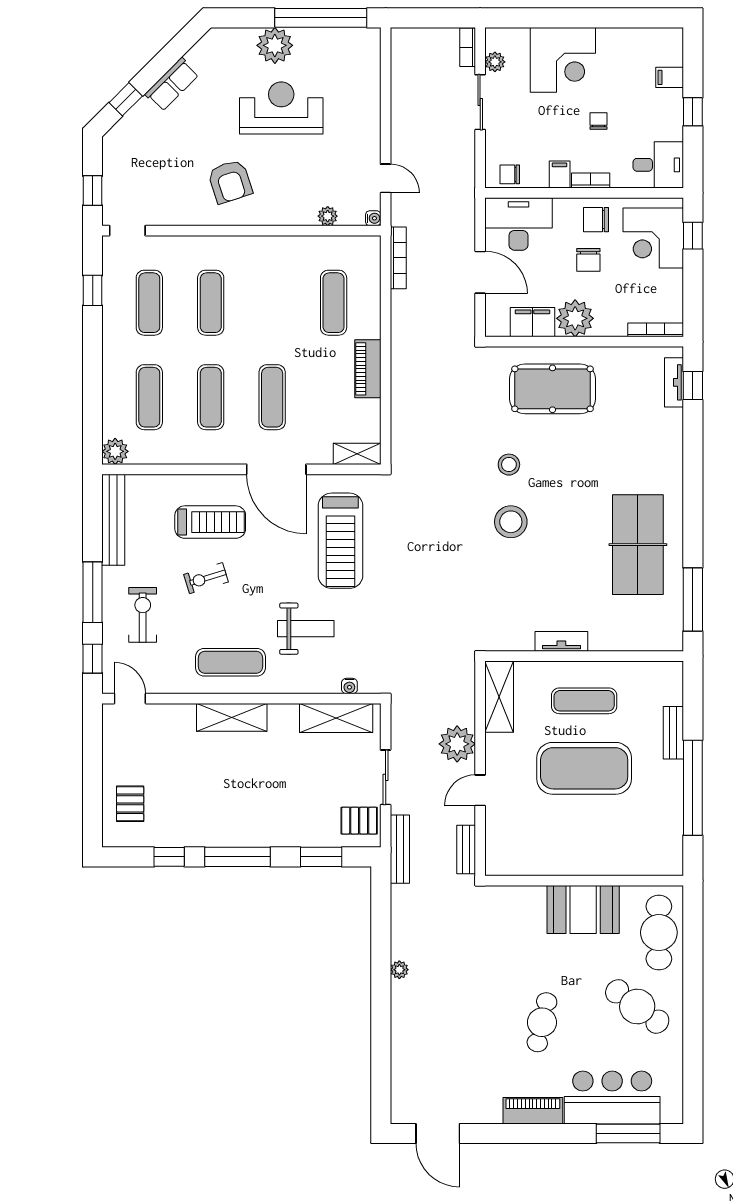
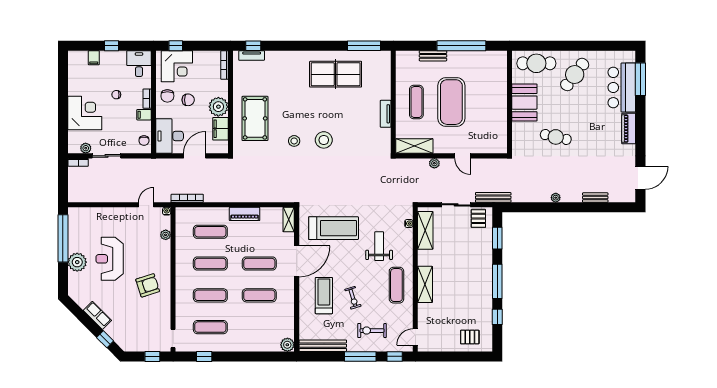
exercise mat: (149, 397) -> (210, 264), moved
plant: (457, 744) -> (434, 163), width x0.53, depth x0.53
bench: (466, 849) -> (595, 198), moved
cafe table: (542, 1022) -> (556, 137), moved

